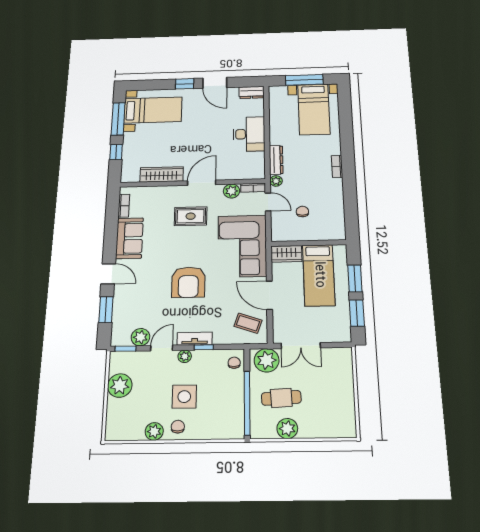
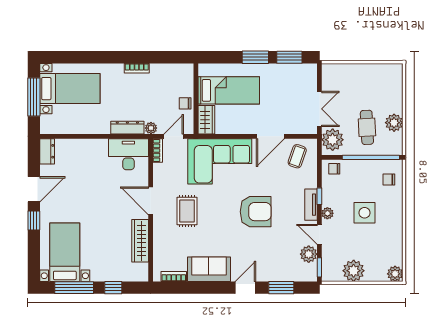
desk: (249, 134) -> (128, 154), moved
plant: (232, 191) -> (161, 172), removed
wall: (309, 243) -> (196, 99), moved
wardrobe: (286, 254) -> (206, 120), moved
bed: (319, 275) -> (229, 90), moved
chair: (178, 427) -> (389, 180), moved
plant: (154, 431) -> (395, 274), moved

